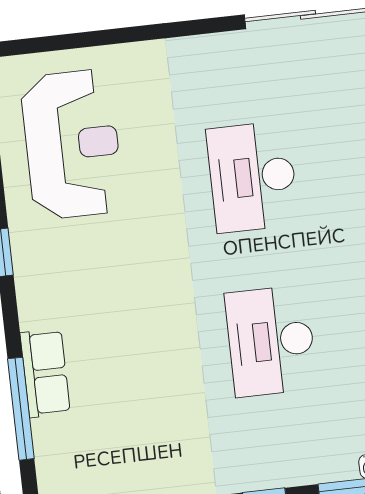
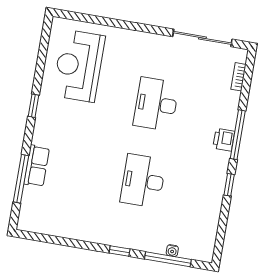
reception desk: (72, 144) -> (79, 66), turned 180

